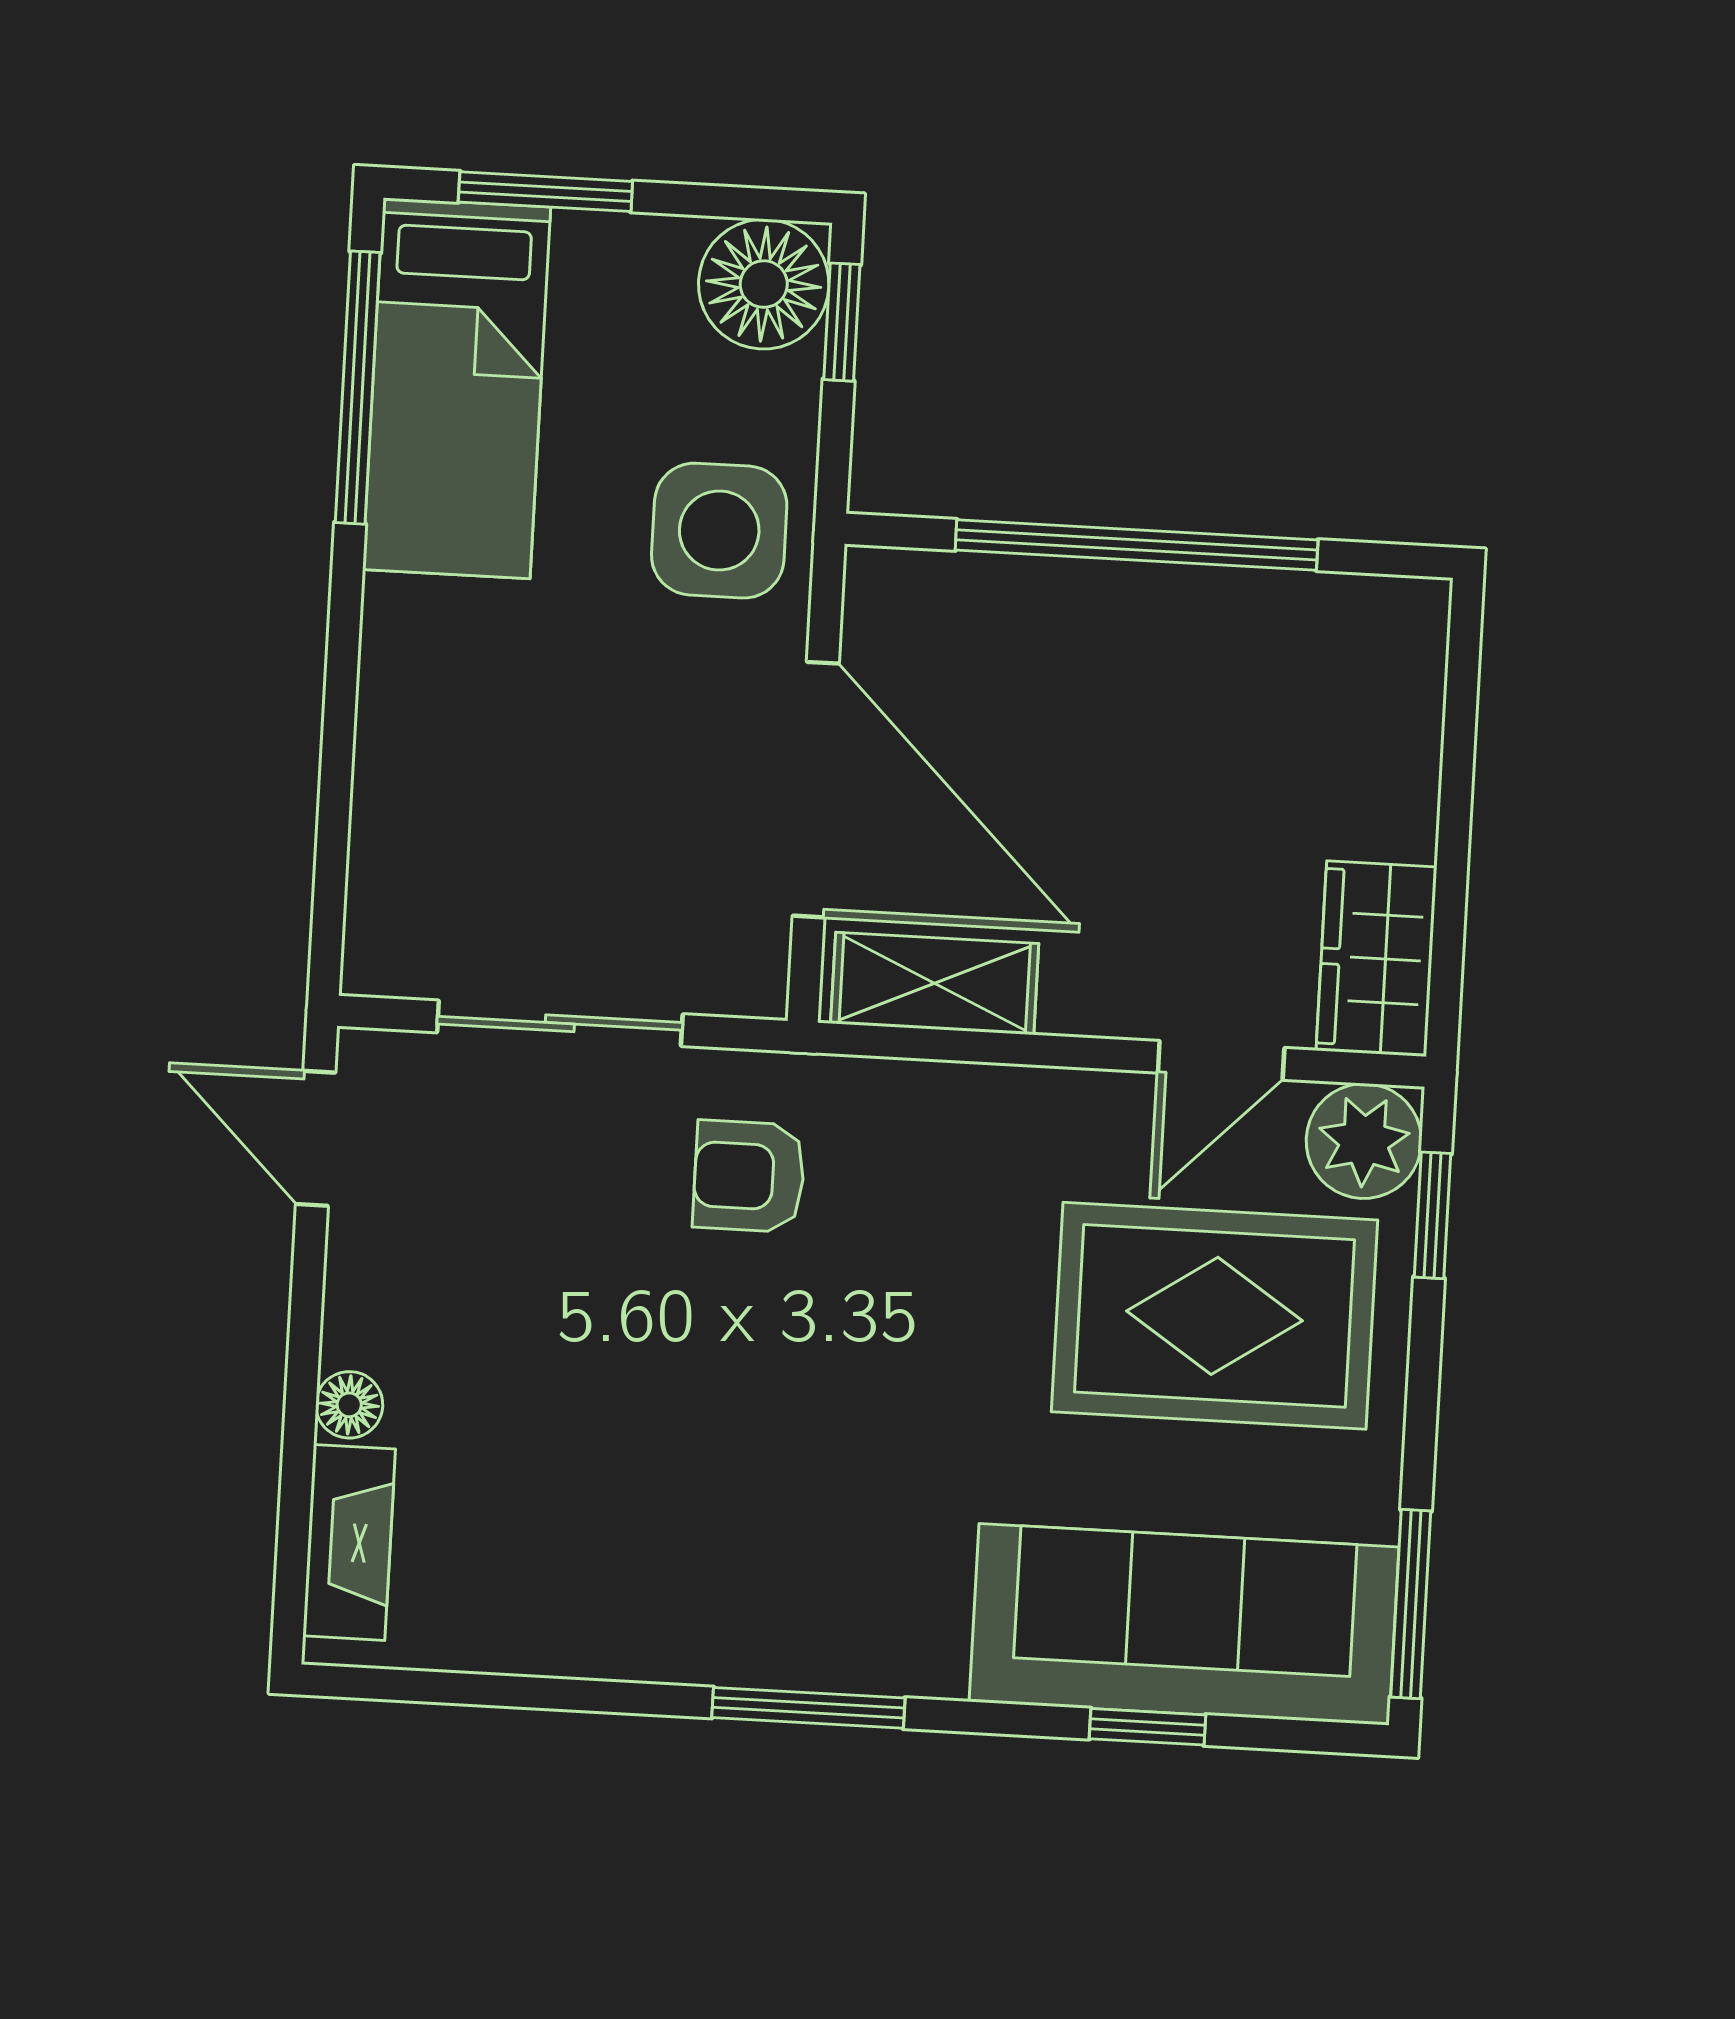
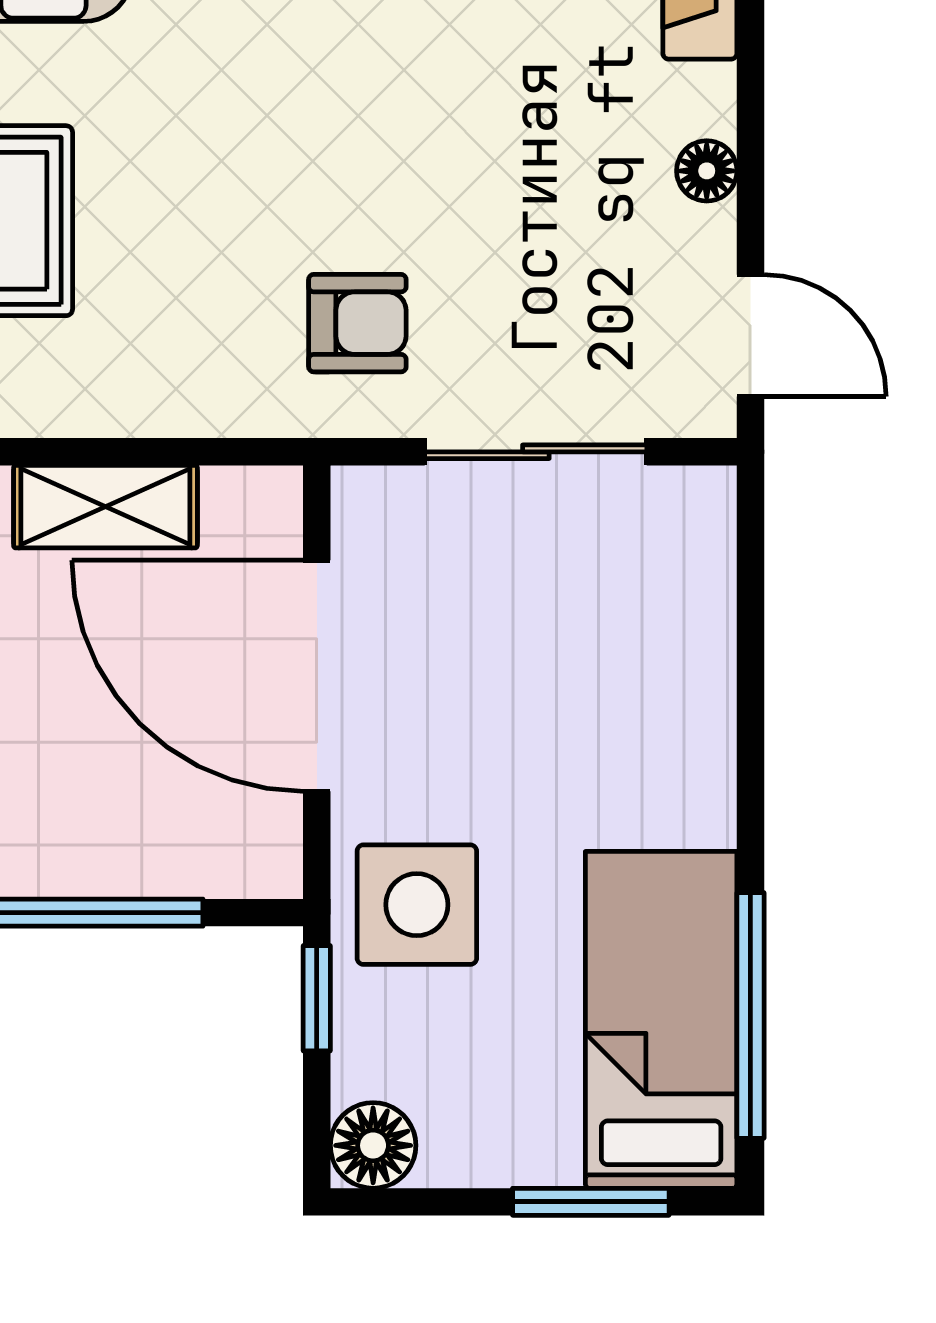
floor lamp: (764, 284) -> (373, 1145), width x0.73, depth x0.73
window: (842, 322) -> (317, 998), moved
shelving: (935, 983) -> (105, 507), moved
floor lamp: (349, 1405) -> (707, 171), moved

